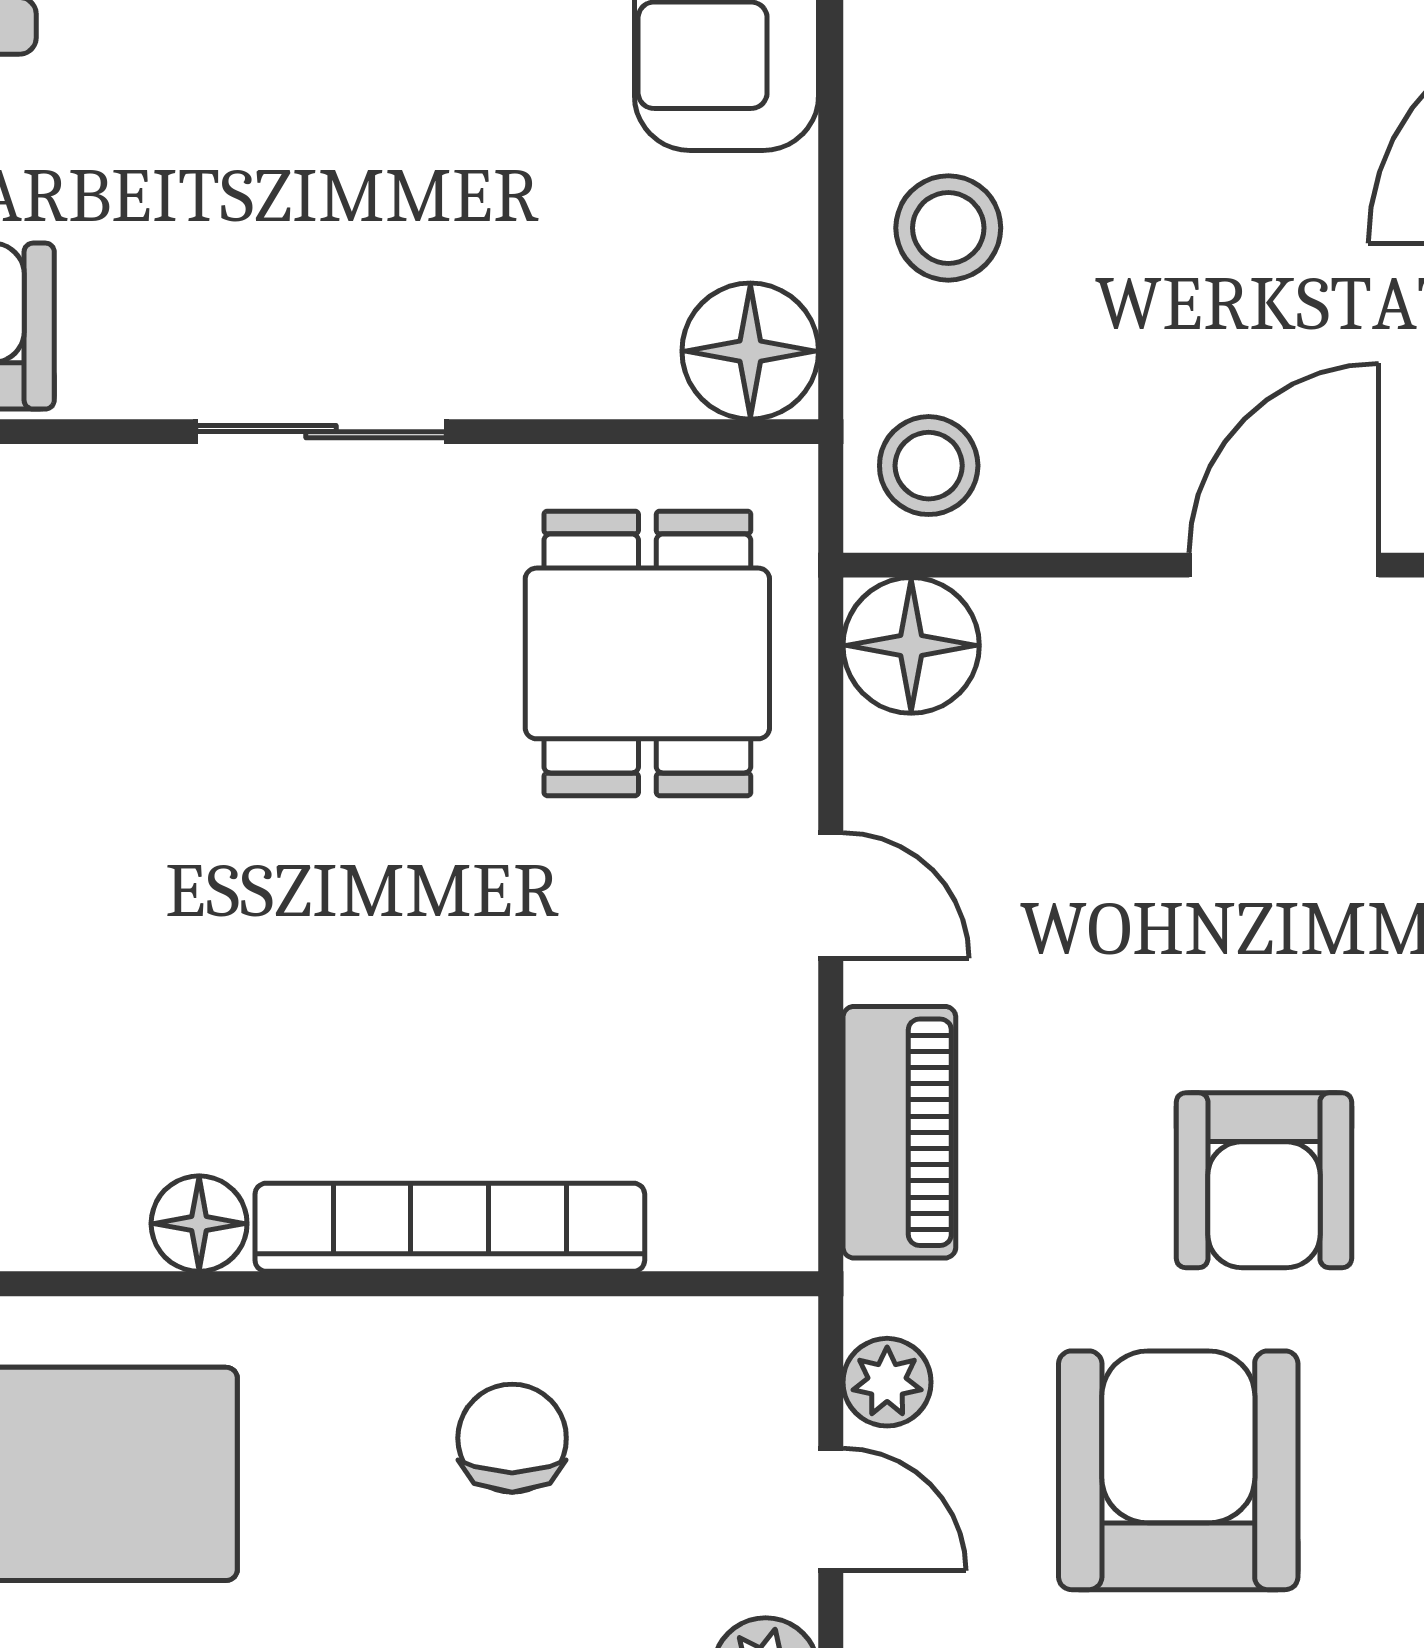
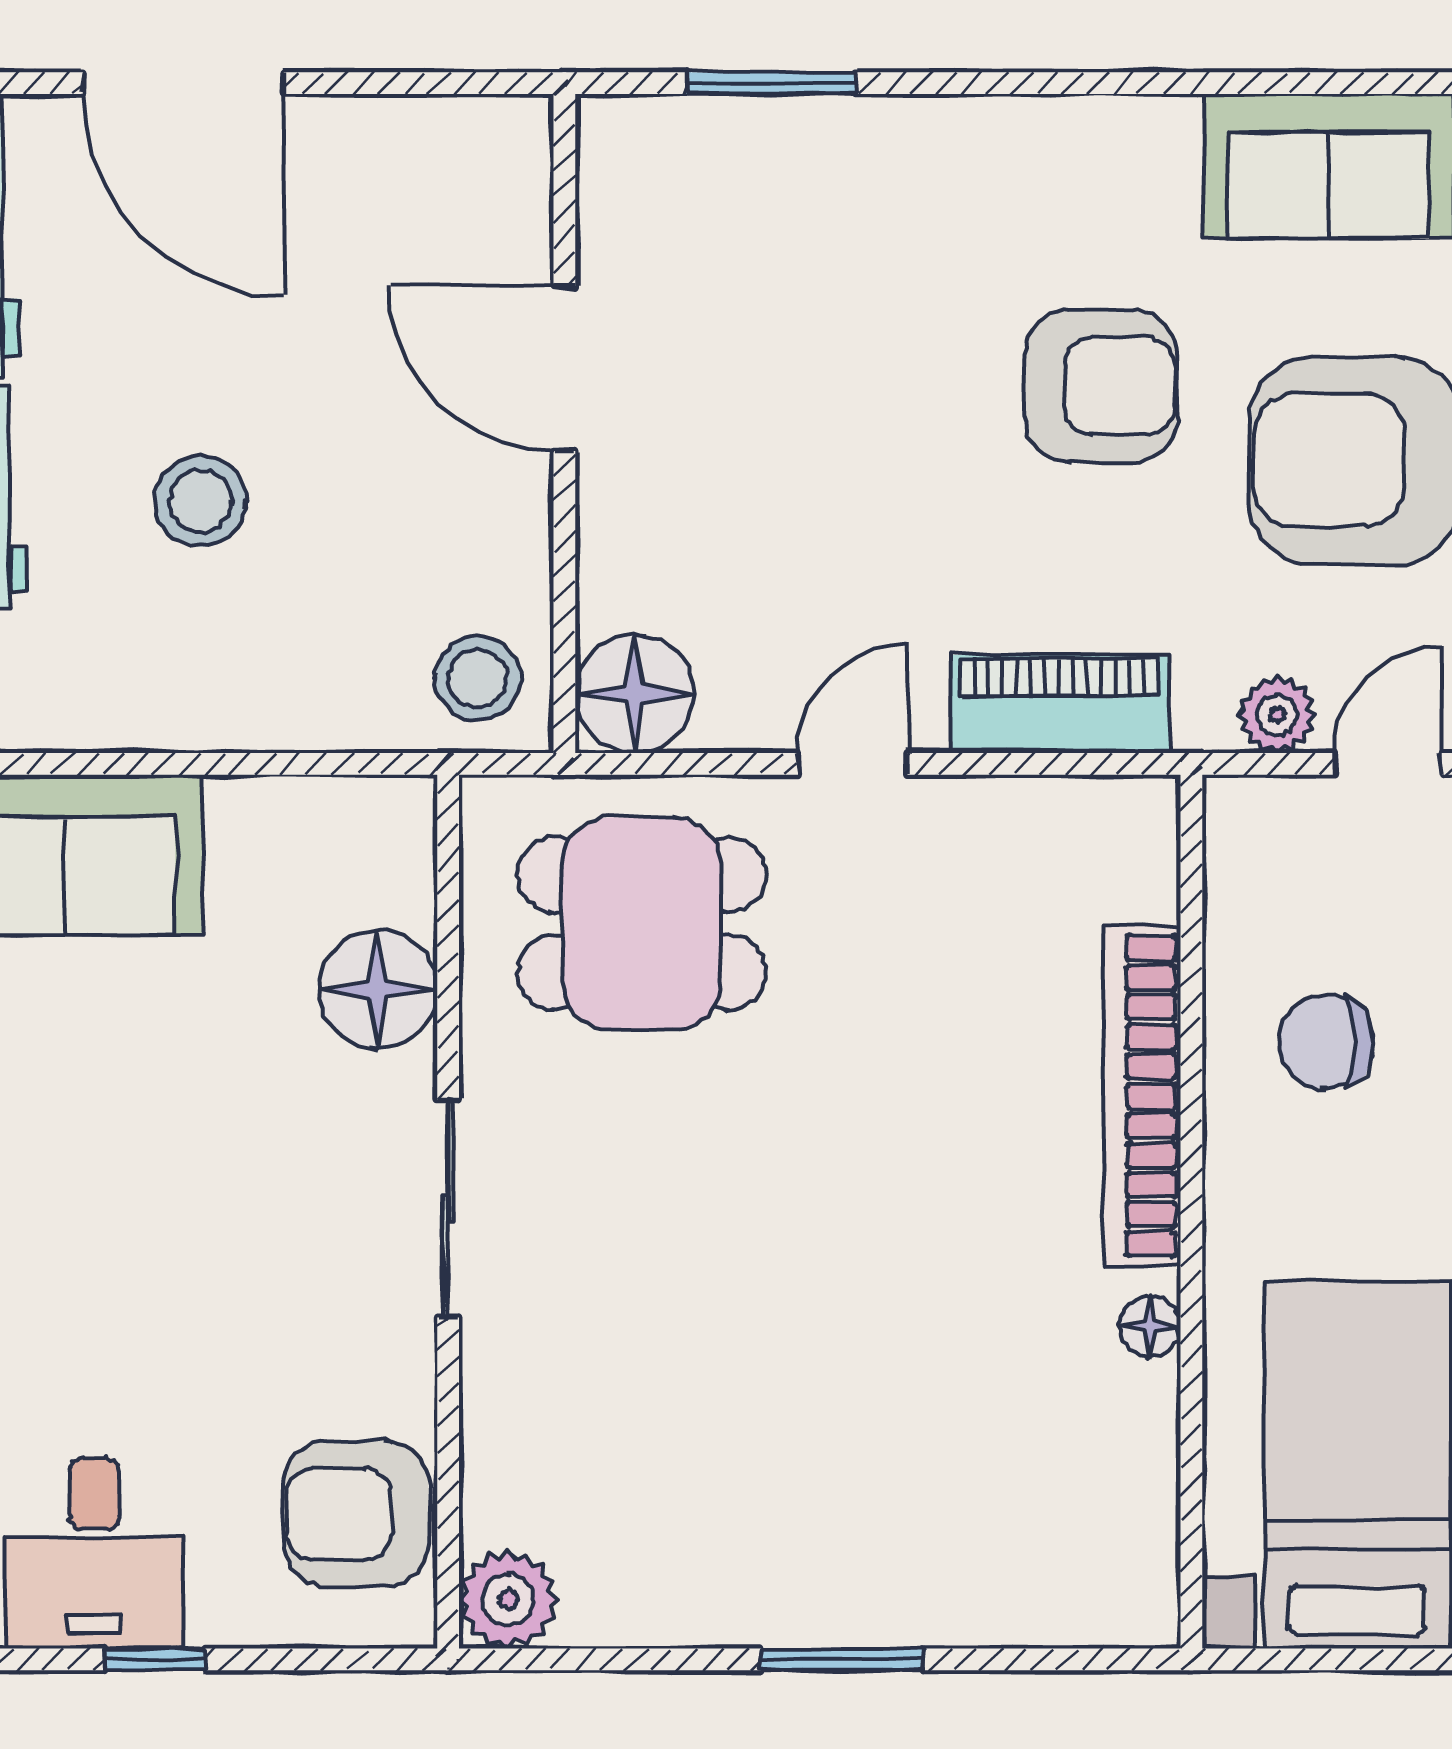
stool: (948, 228) -> (201, 501), moved
floor lamp: (750, 351) -> (378, 989), moved
floor lamp: (199, 1224) -> (1150, 1326), width x0.73, depth x0.73

